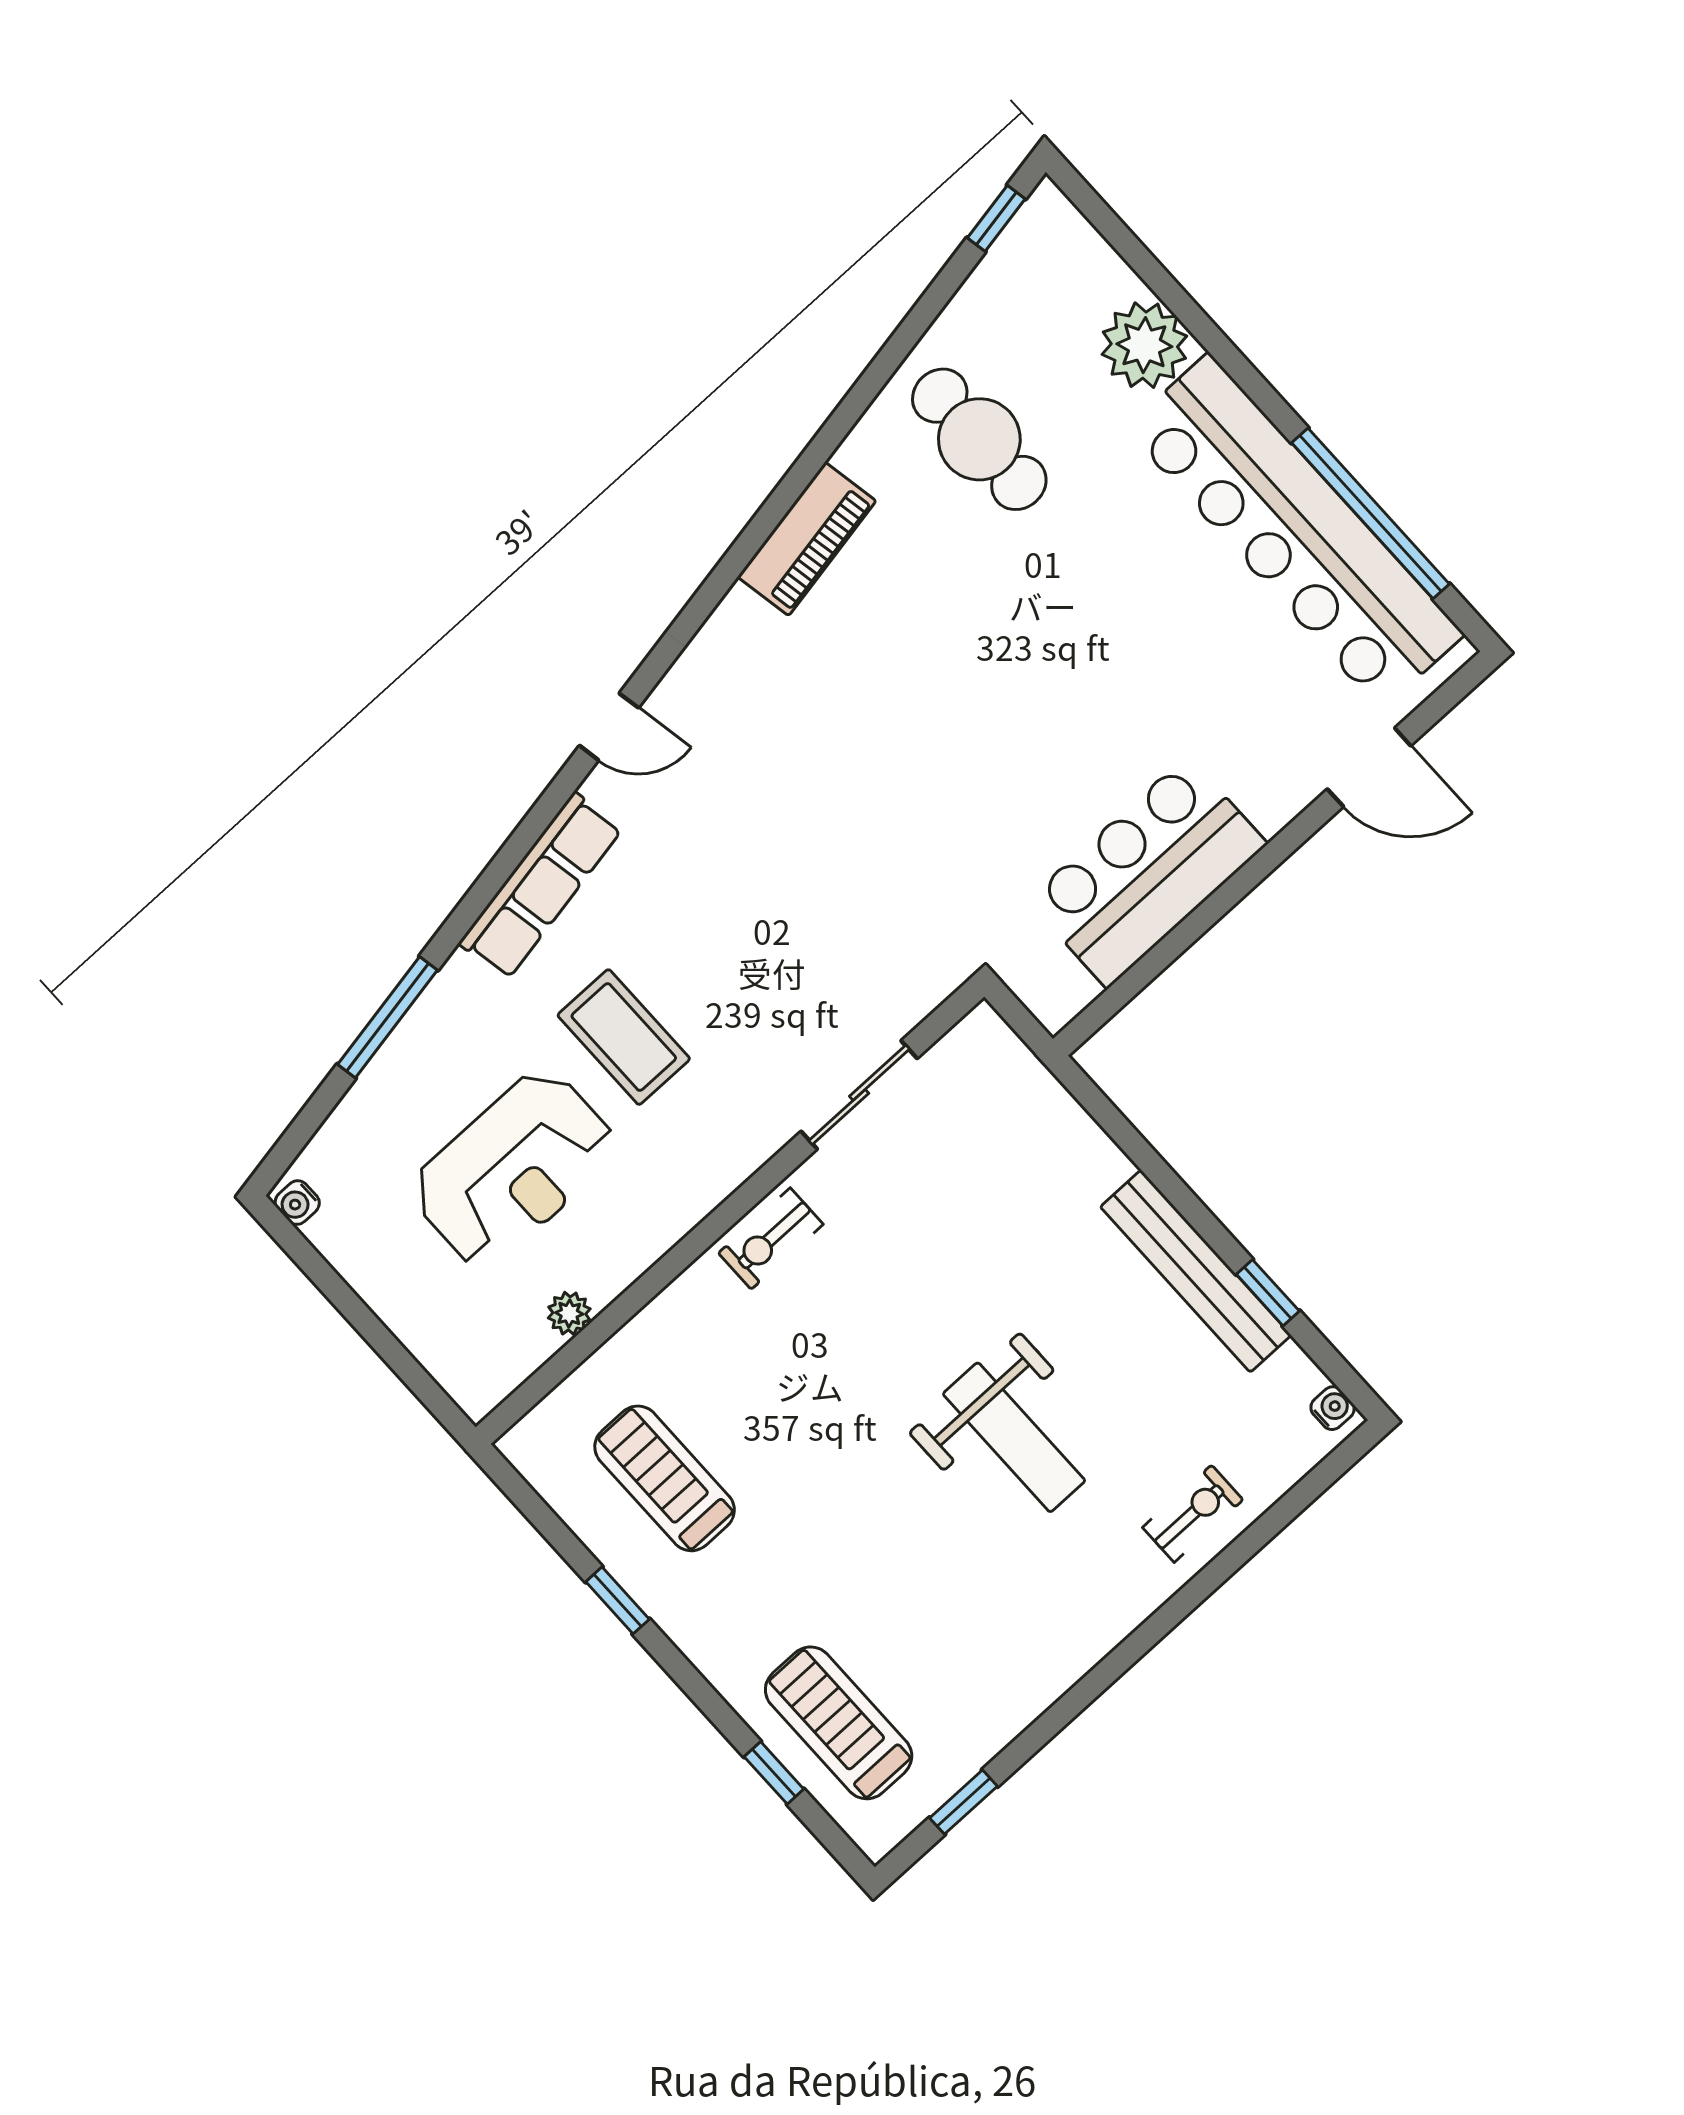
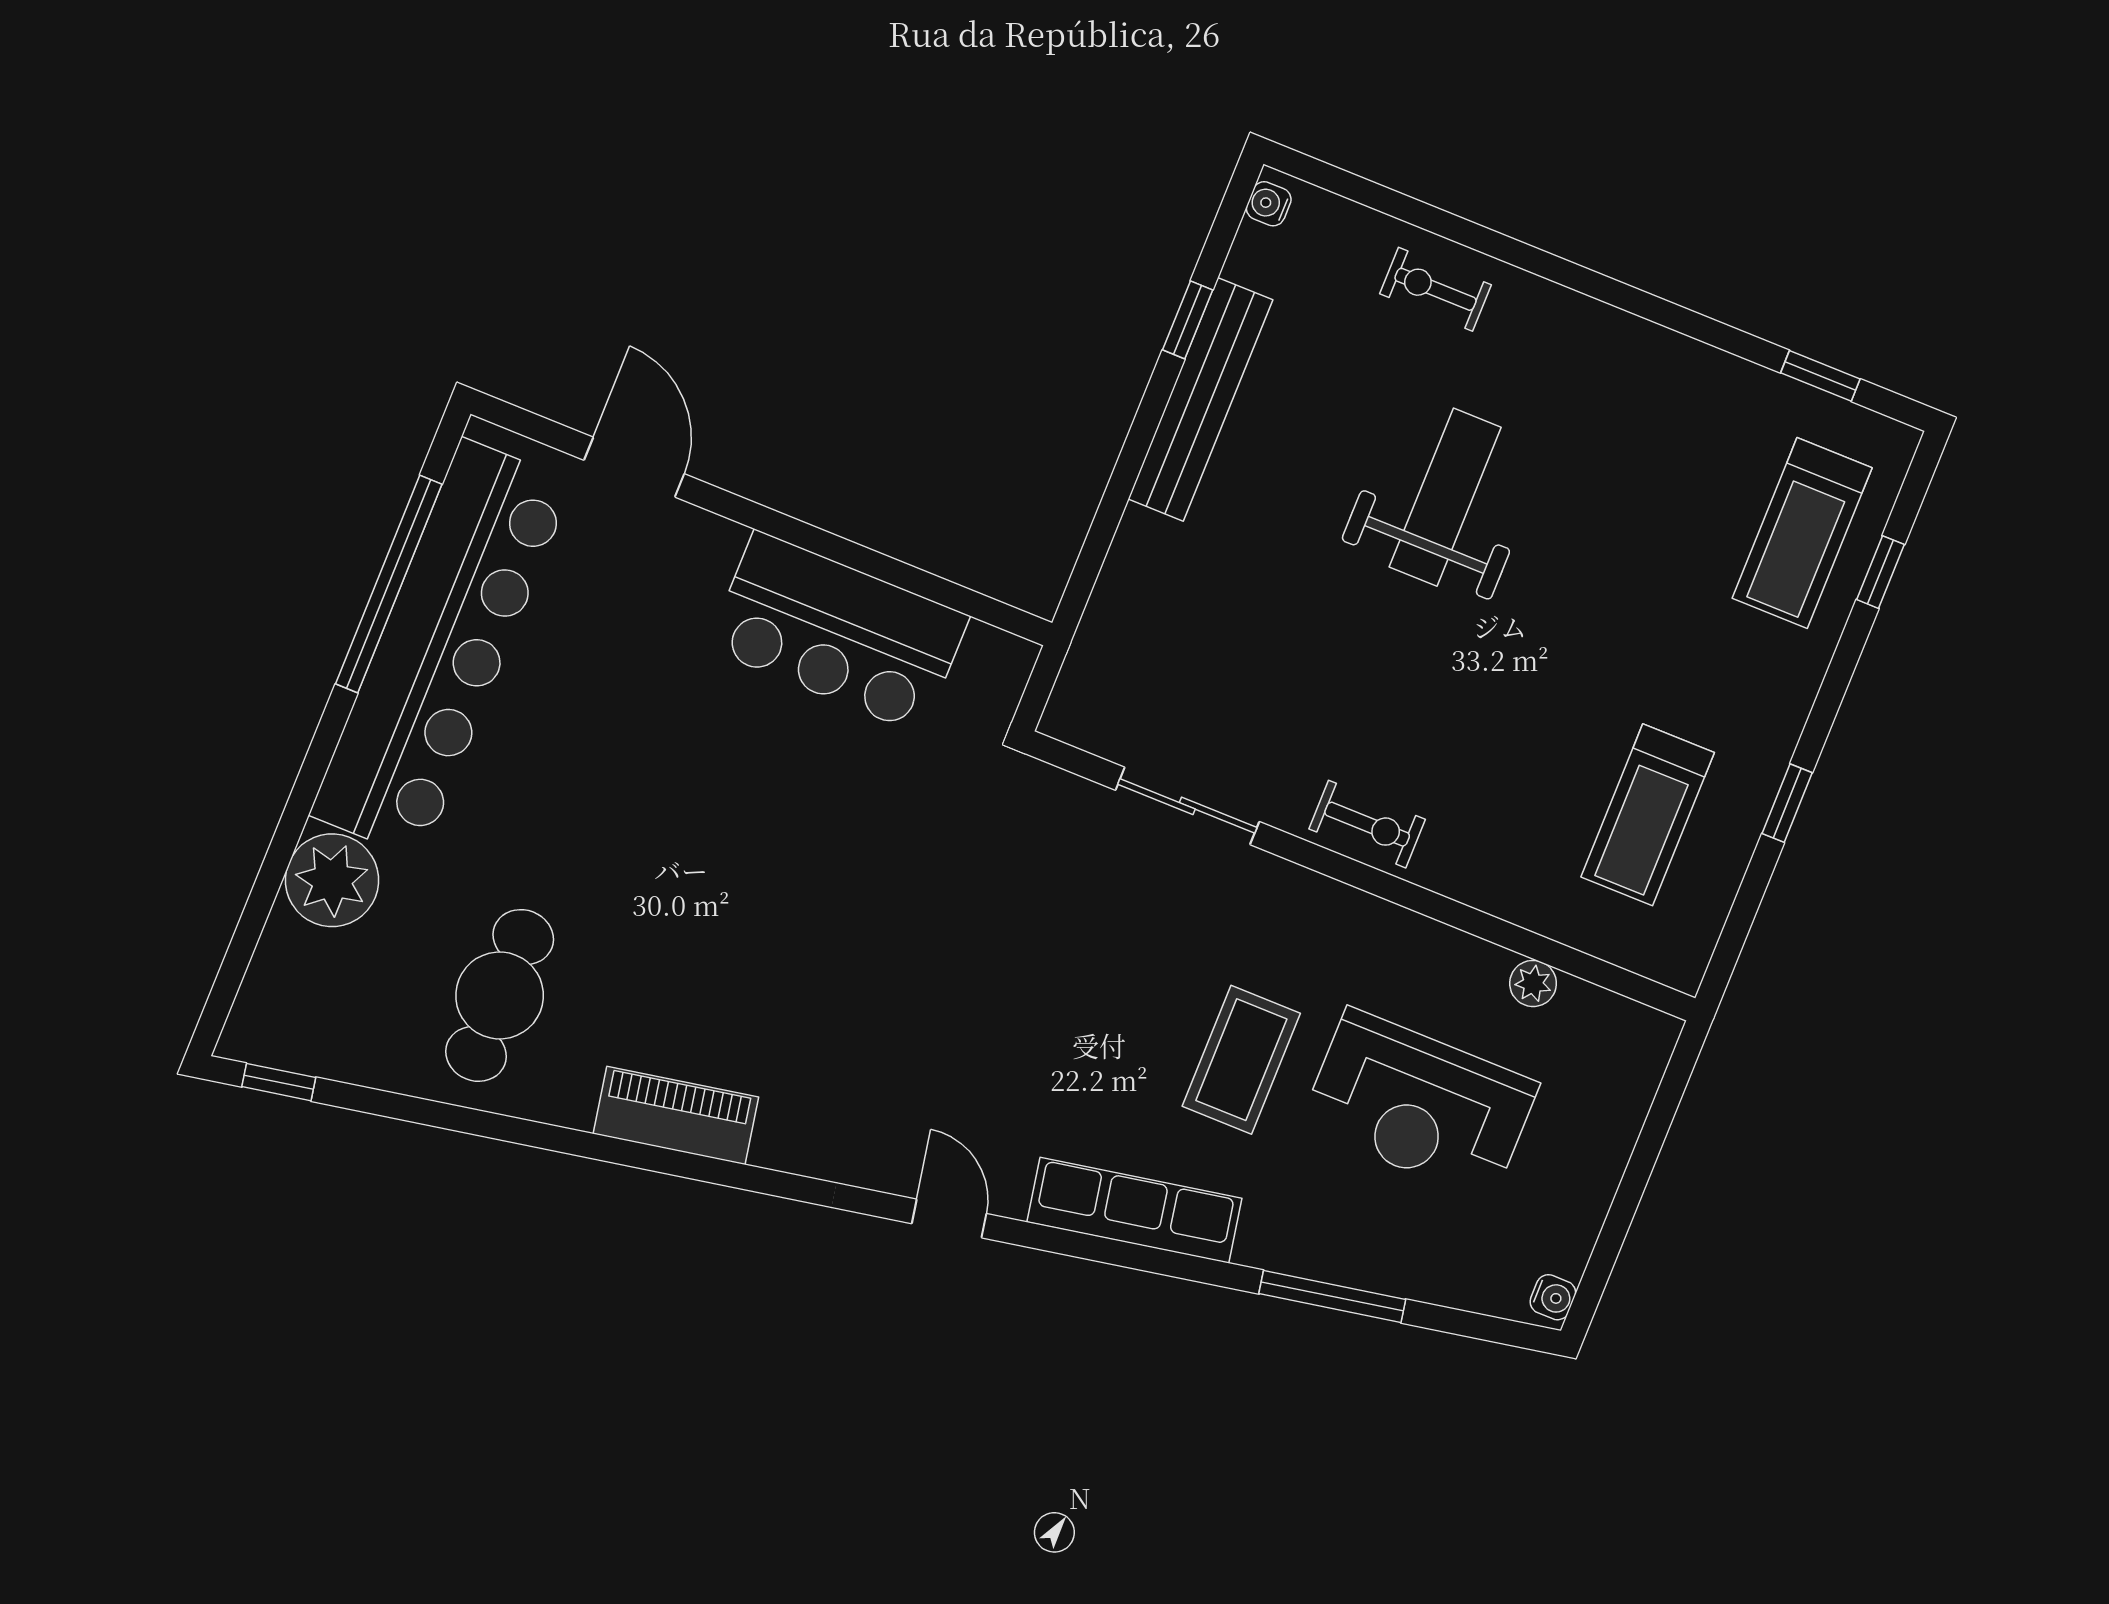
reception desk: (514, 1168) -> (1419, 1105), turned 180

